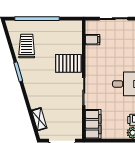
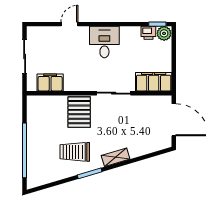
filing cabinet: (93, 40) -> (50, 82), width x2.00
trolley: (27, 46) -> (75, 152), moved
shelving: (39, 119) -> (116, 157), moved

